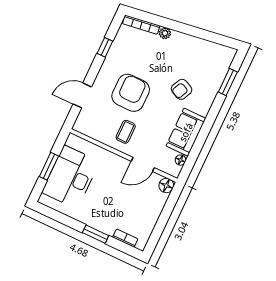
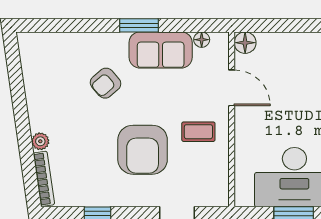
window: (228, 82) -> (139, 25), moved
armchair: (182, 89) -> (106, 83), turned 113
armchair: (131, 93) -> (143, 150), turned -90

